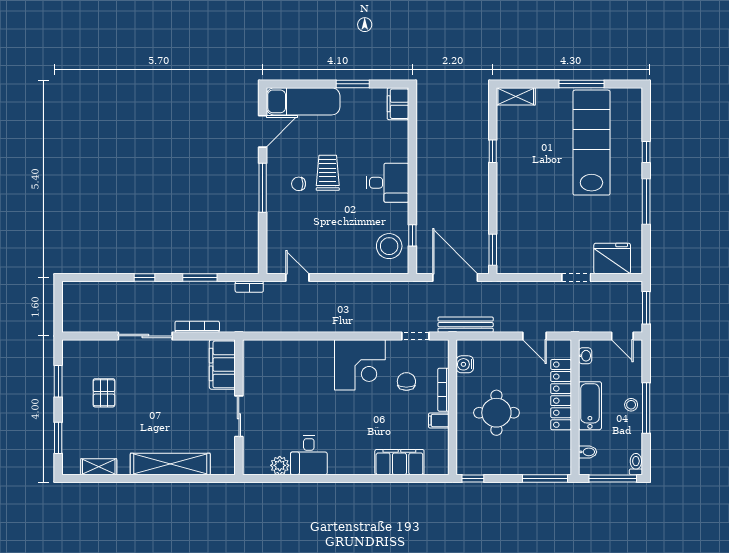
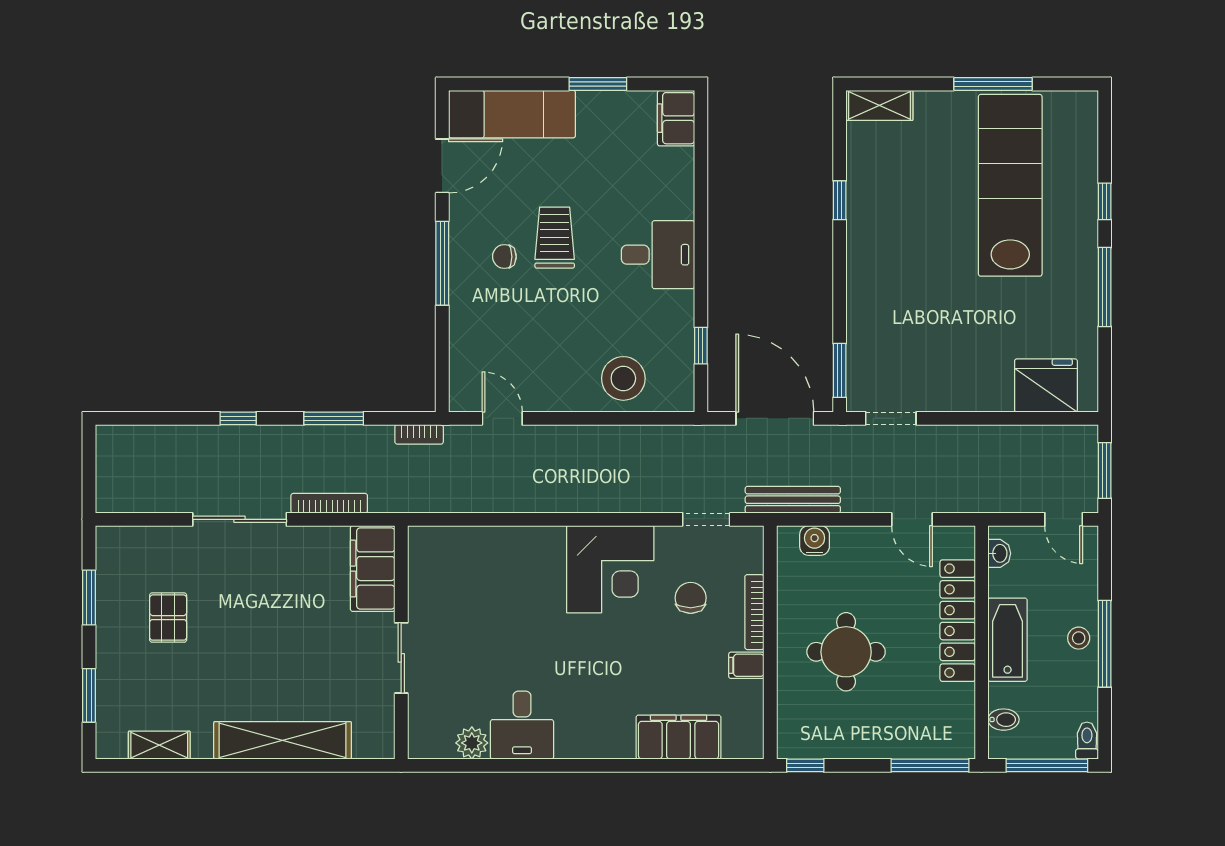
stool: (389, 246) -> (623, 378), moved
doorway: (576, 278) -> (891, 418), moved
water cooler: (465, 364) -> (815, 540), moved, turned 90

